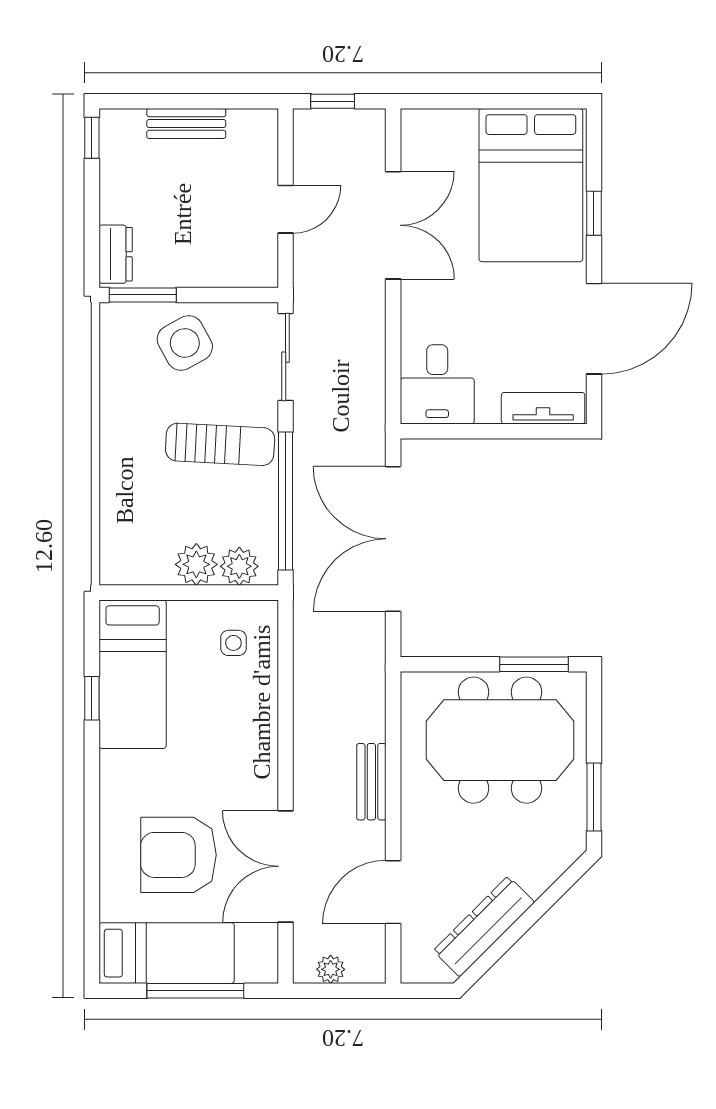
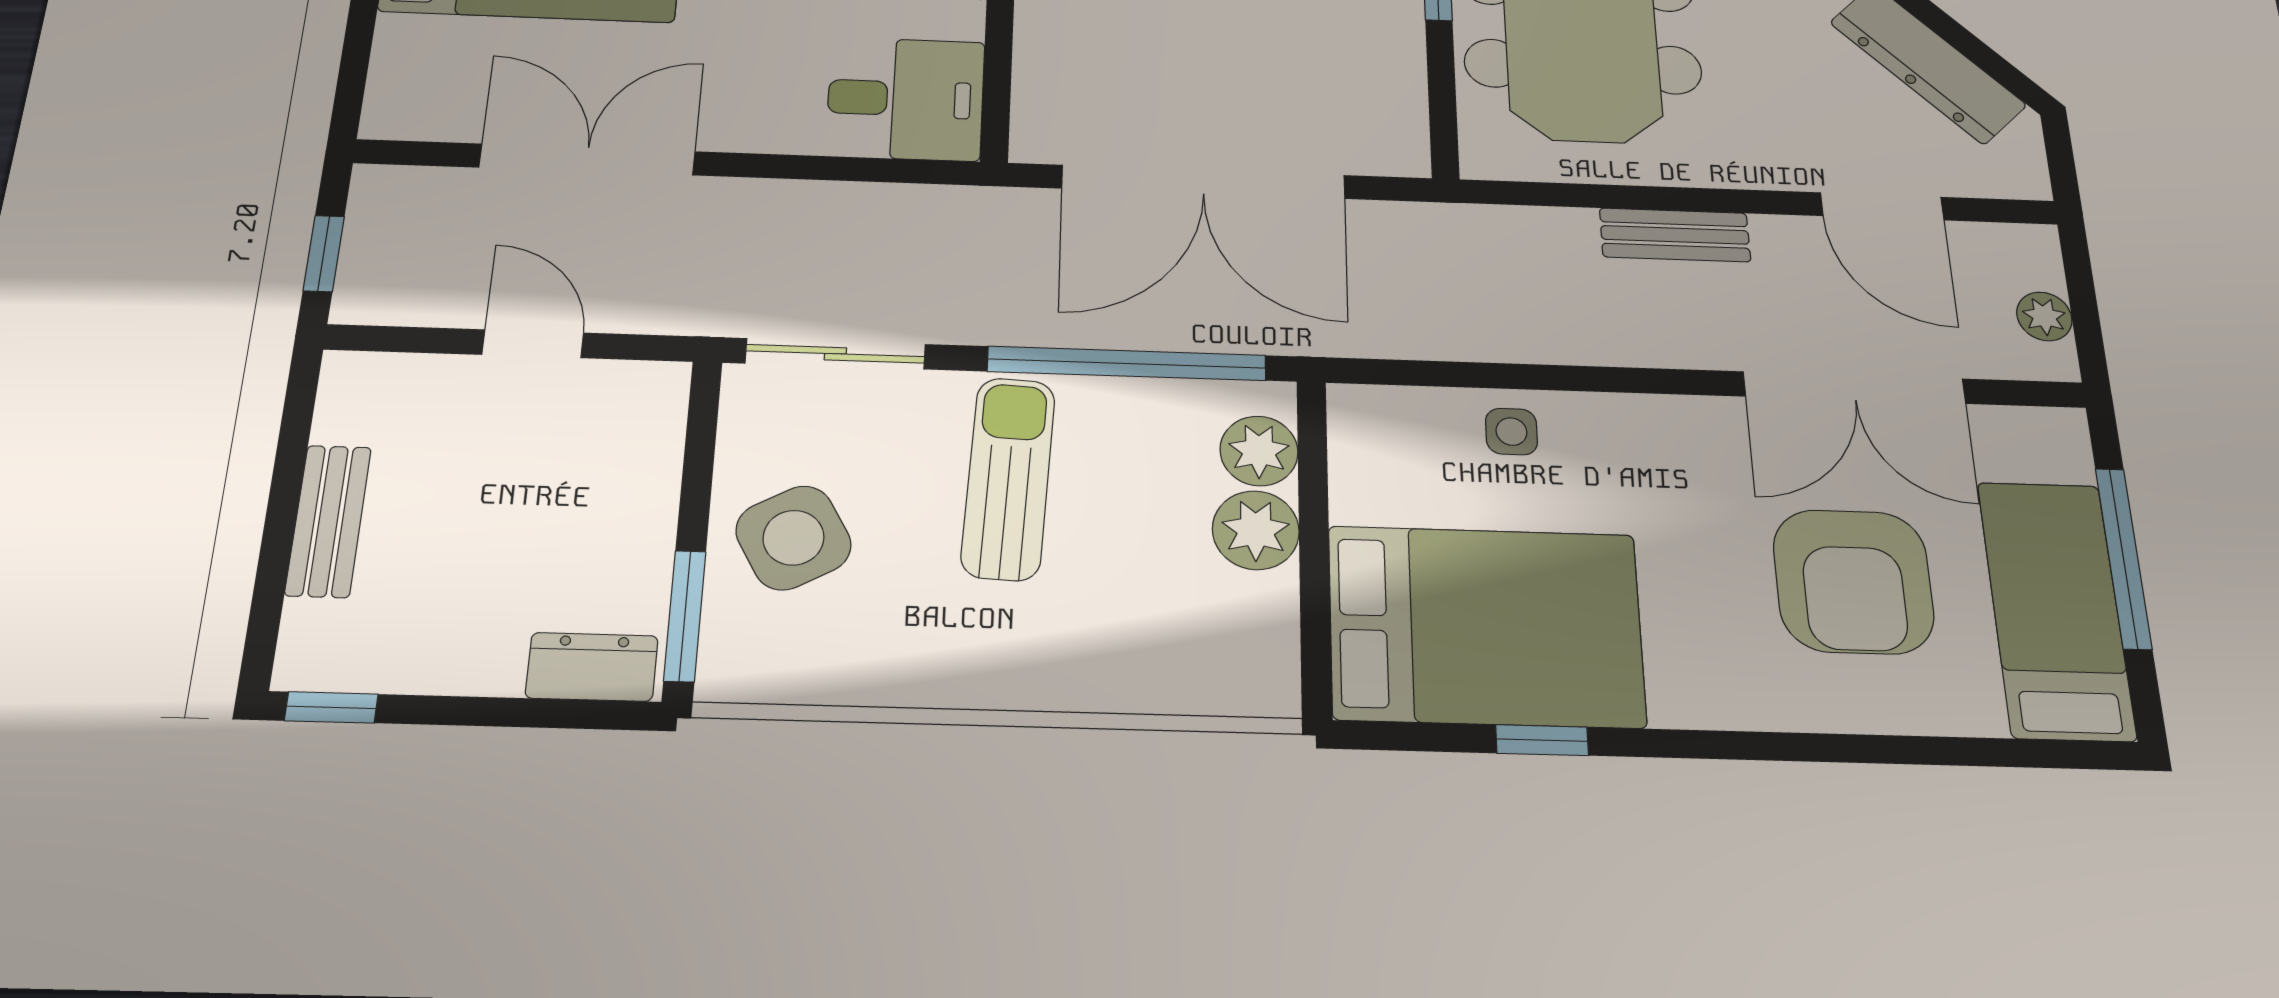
side table: (233, 643) -> (1511, 432), moved
bed: (133, 674) -> (1486, 626), width x1.50

